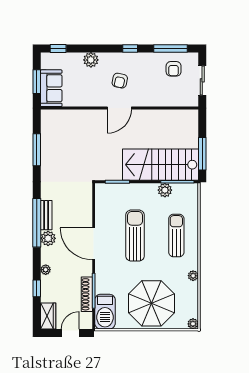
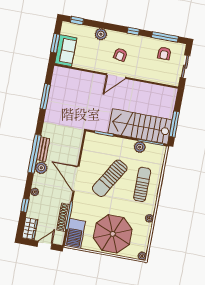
sun lounger: (135, 236) -> (110, 178), turned -149

